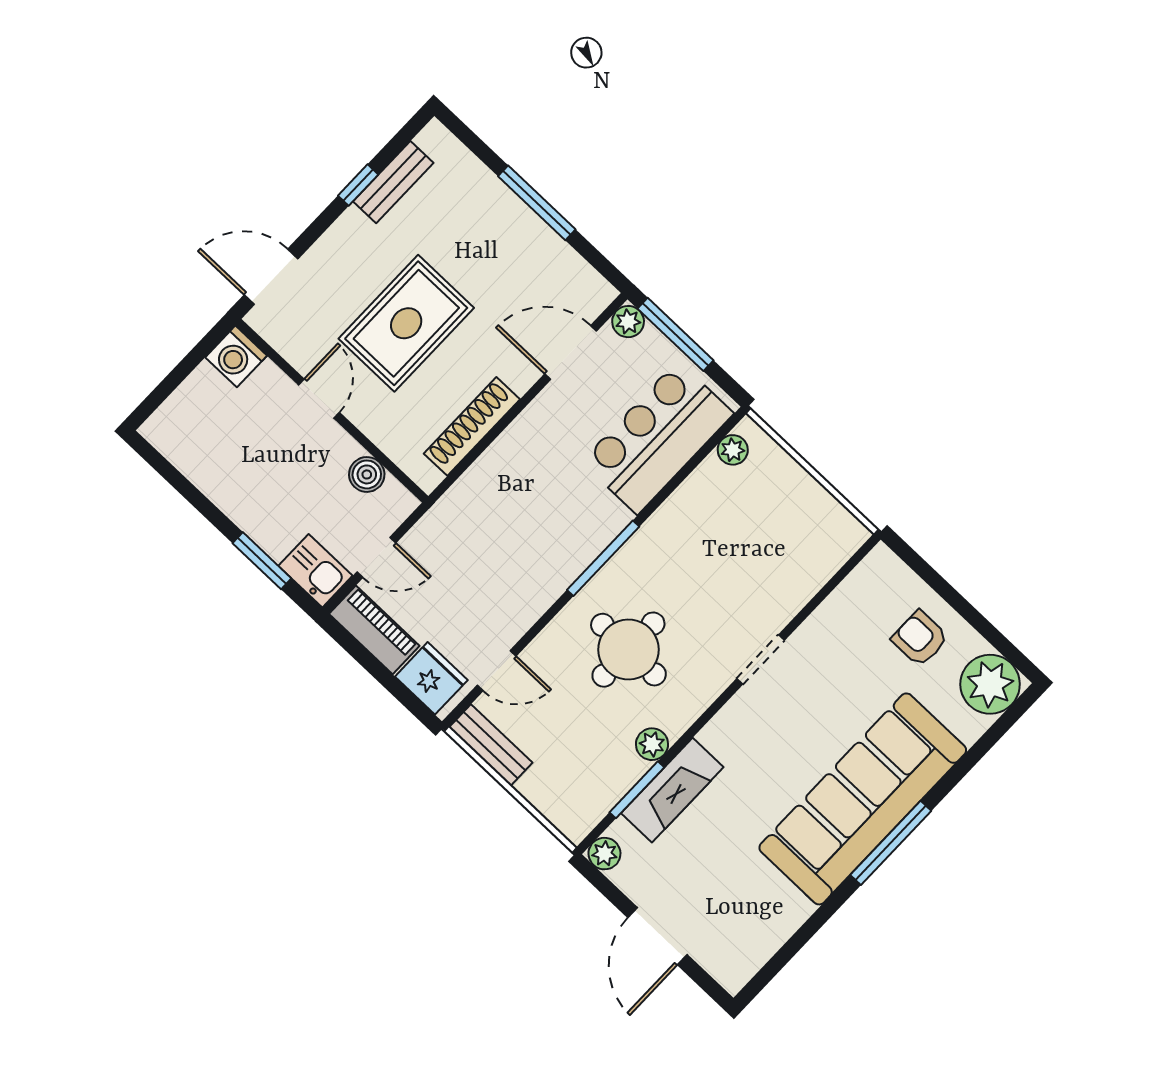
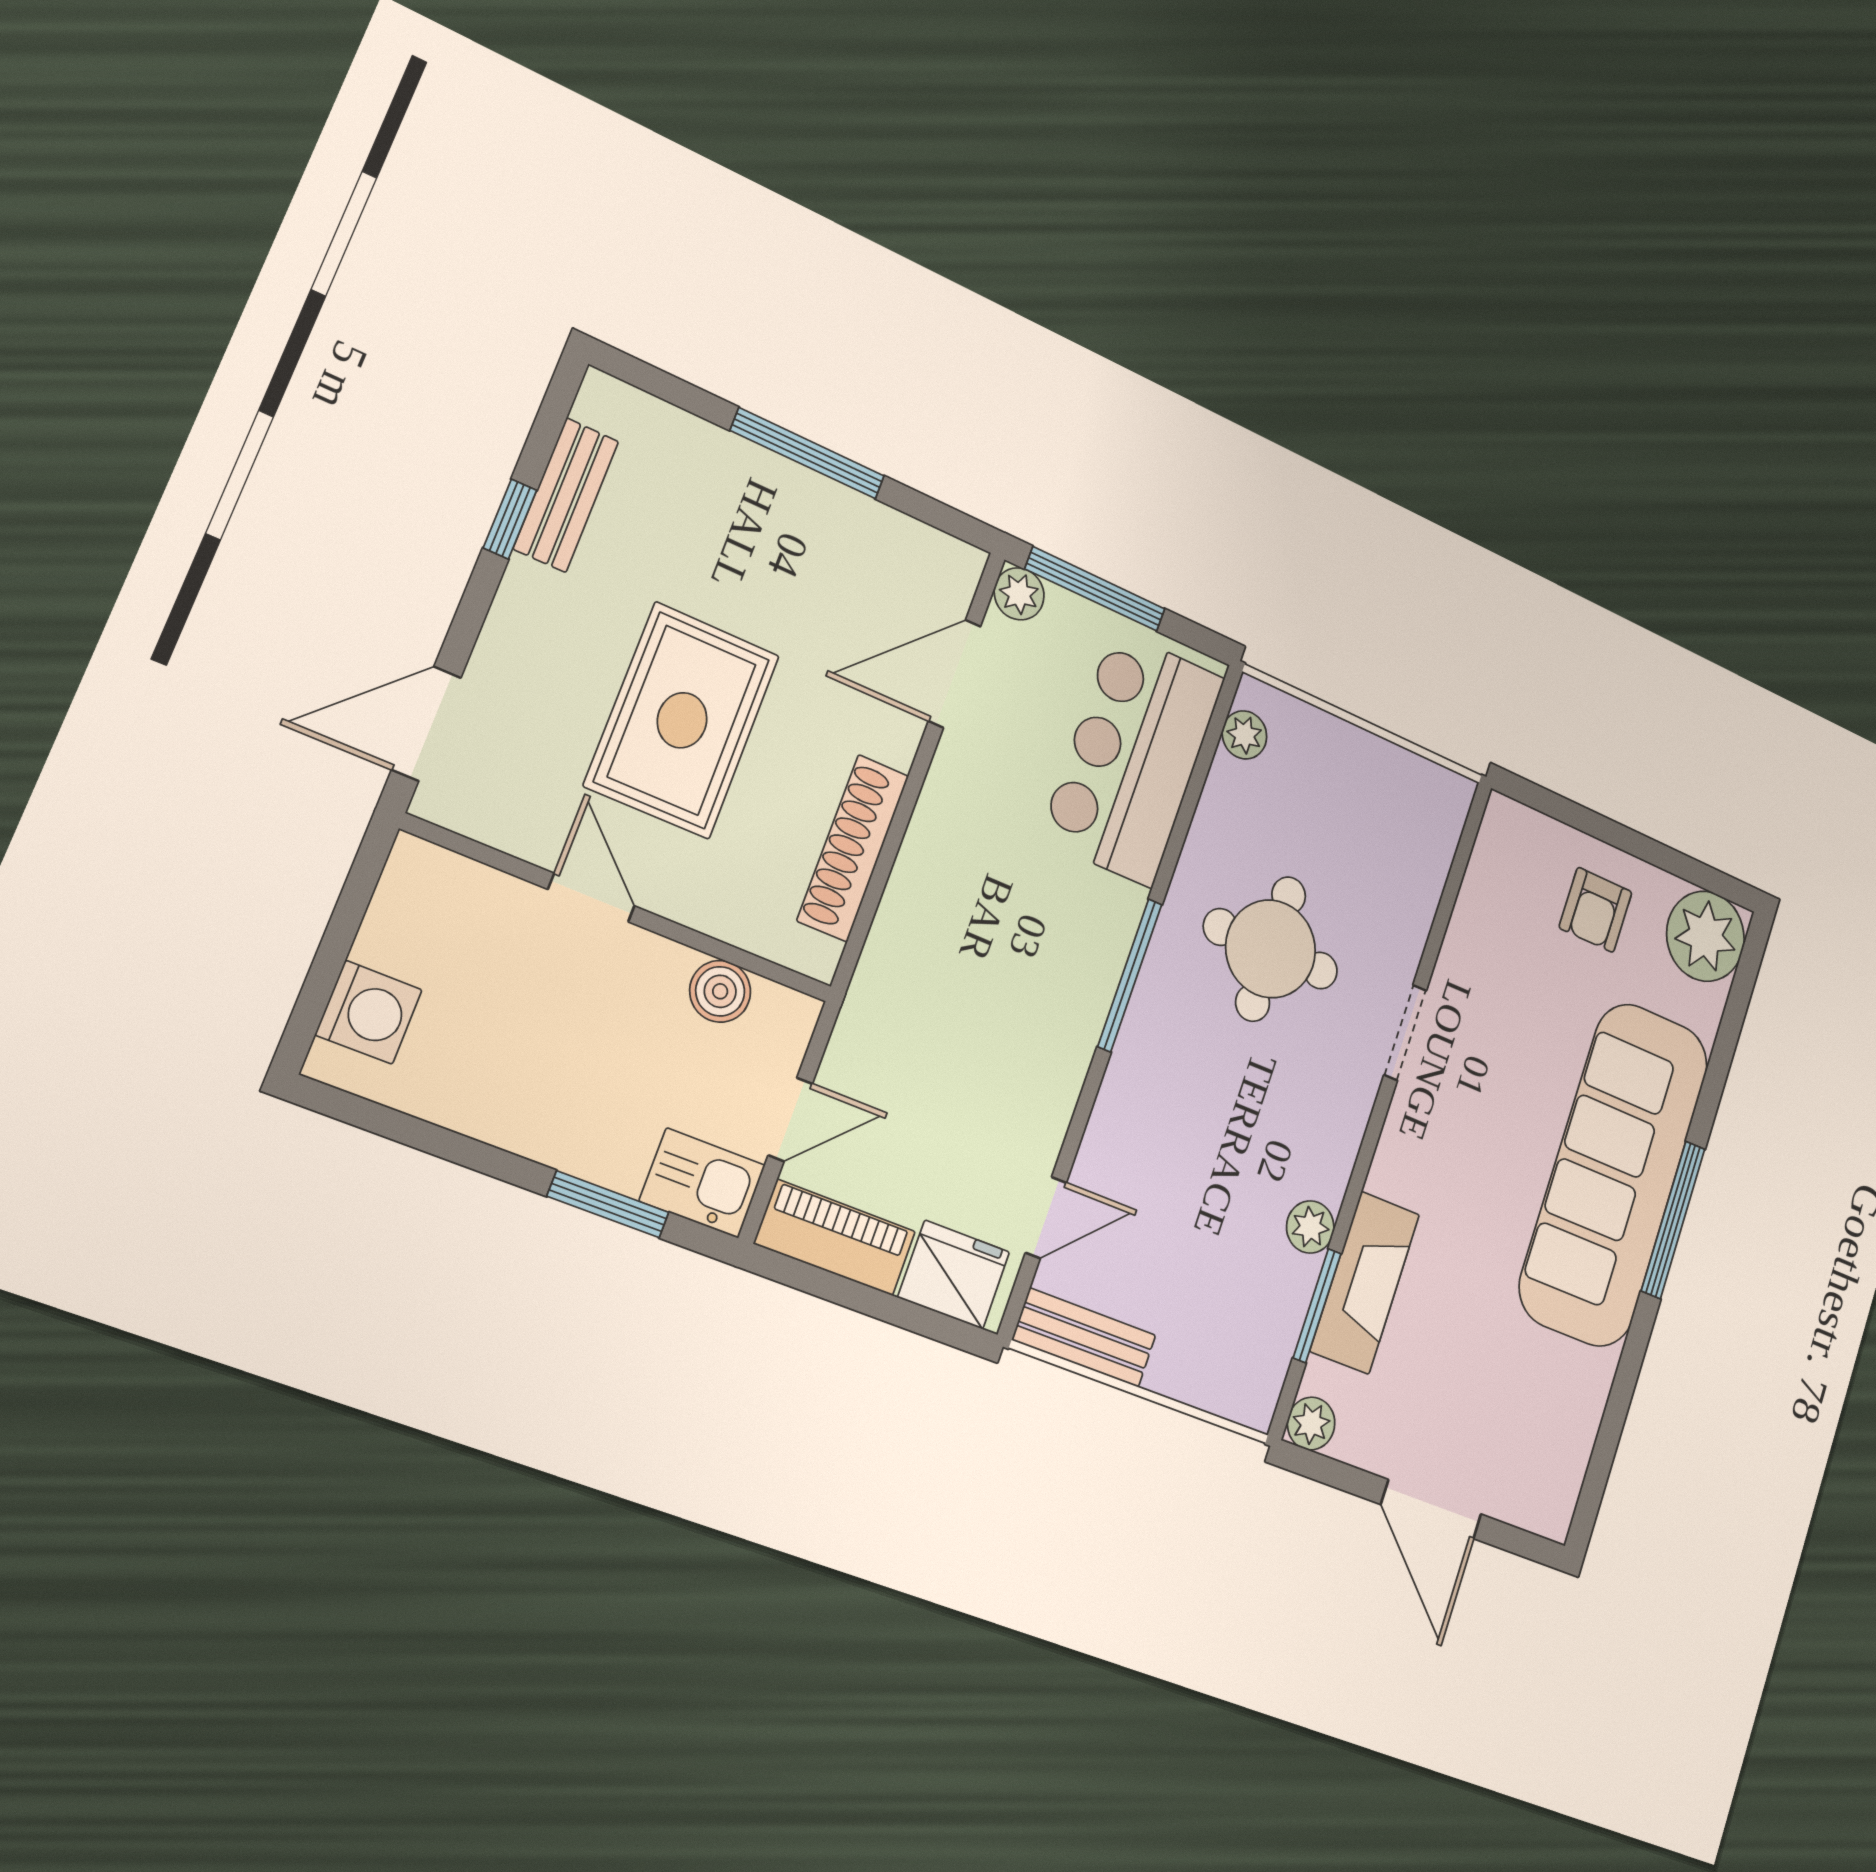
washing machine: (236, 356) -> (369, 1012), moved, turned -90
armchair: (920, 638) -> (1596, 910), turned -90
round table: (628, 650) -> (1271, 949), moved

